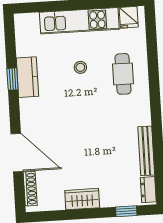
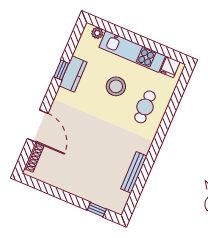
plant: (31, 20) -> (97, 33), added
stool: (80, 67) -> (116, 86), width x1.89, depth x1.89
dresser: (148, 190) -> (121, 202), removed
wardrobe: (82, 199) -> (69, 184), removed

